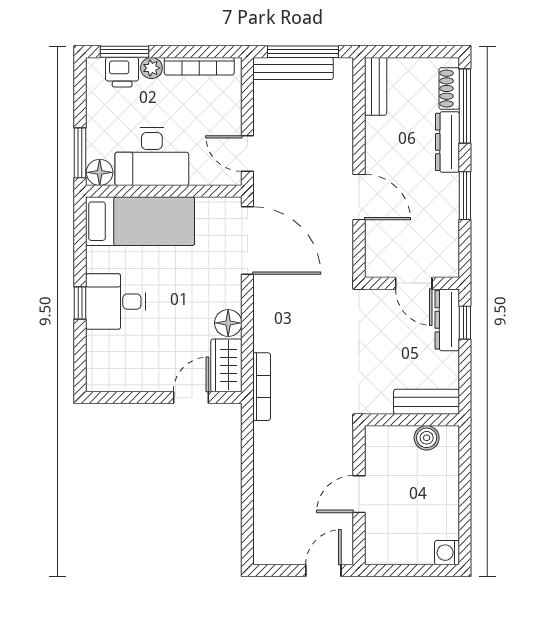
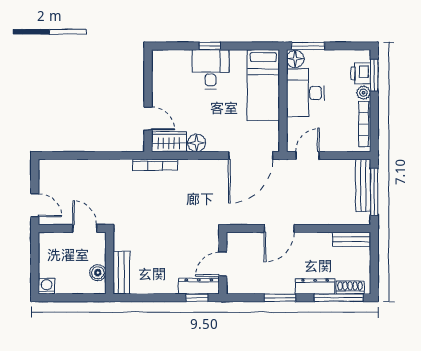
bench: (427, 402) -> (121, 273), moved
wall: (412, 420) -> (110, 263), moved
boiler: (427, 438) -> (98, 273), moved

